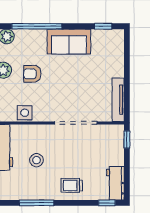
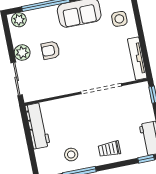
side table: (25, 113) -> (119, 19), moved
stool: (37, 160) -> (71, 155), moved

